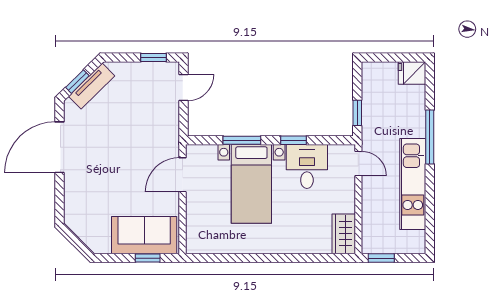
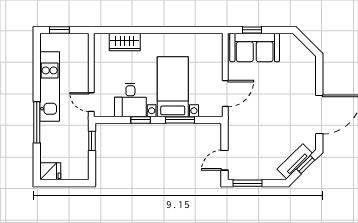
window: (154, 57) -> (247, 183), width x1.50
wardrobe: (344, 234) -> (125, 42), moved, turned 90
window: (381, 258) -> (59, 30), moved

